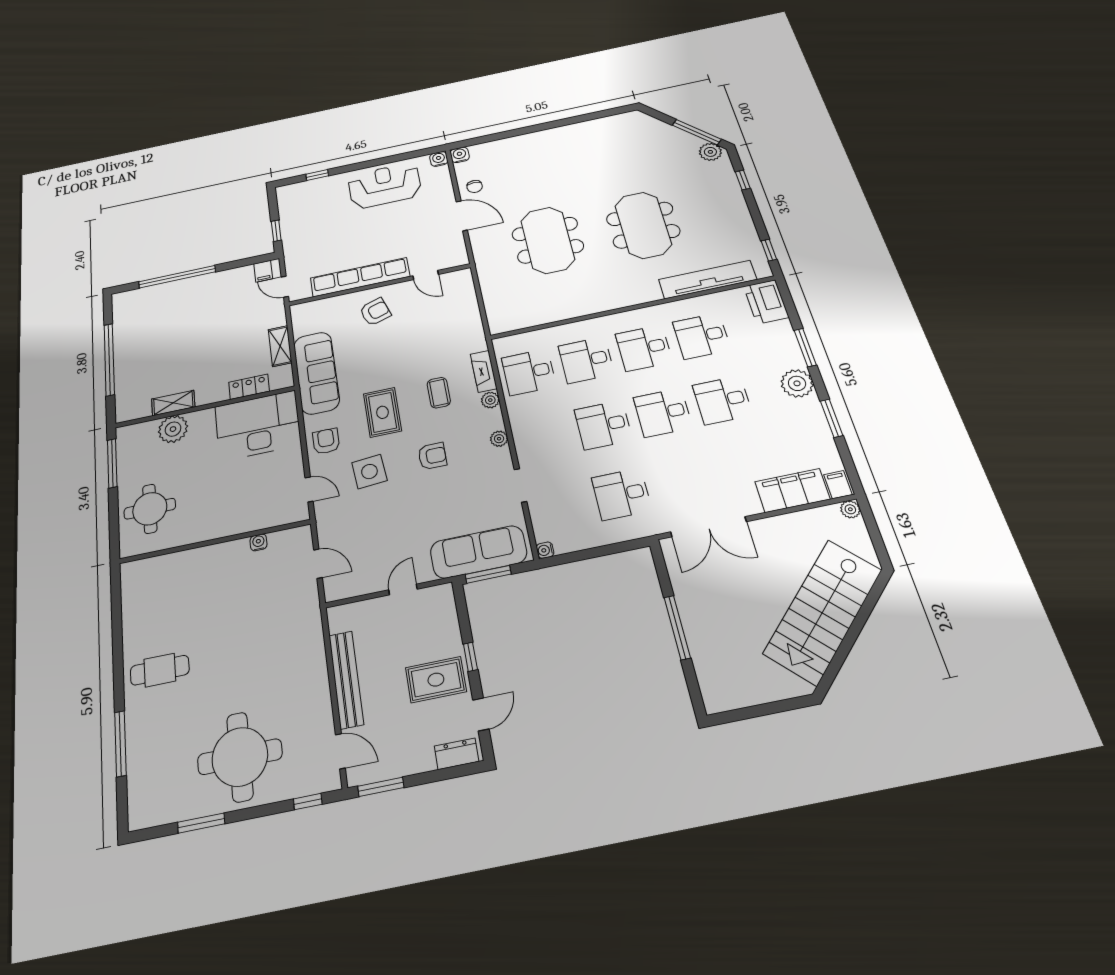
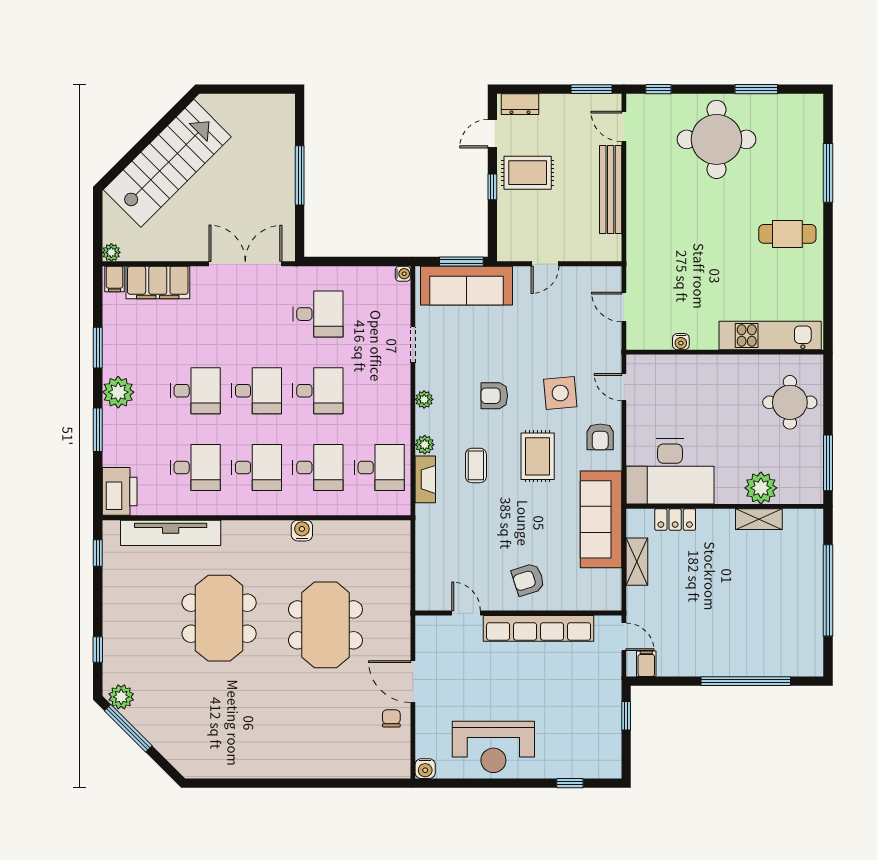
water cooler: (460, 155) -> (302, 531), moved, turned 180
kitchen unit: (172, 566) -> (770, 336), added

